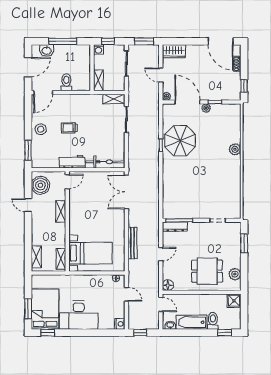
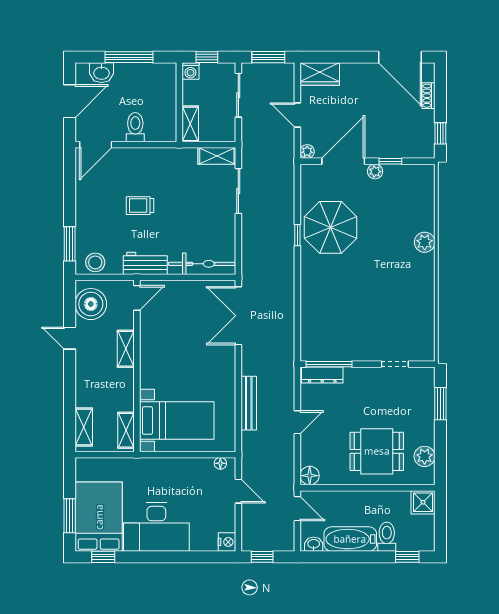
door: (187, 102) -> (343, 161), hinge flipped
stool: (41, 129) -> (95, 262), moved

